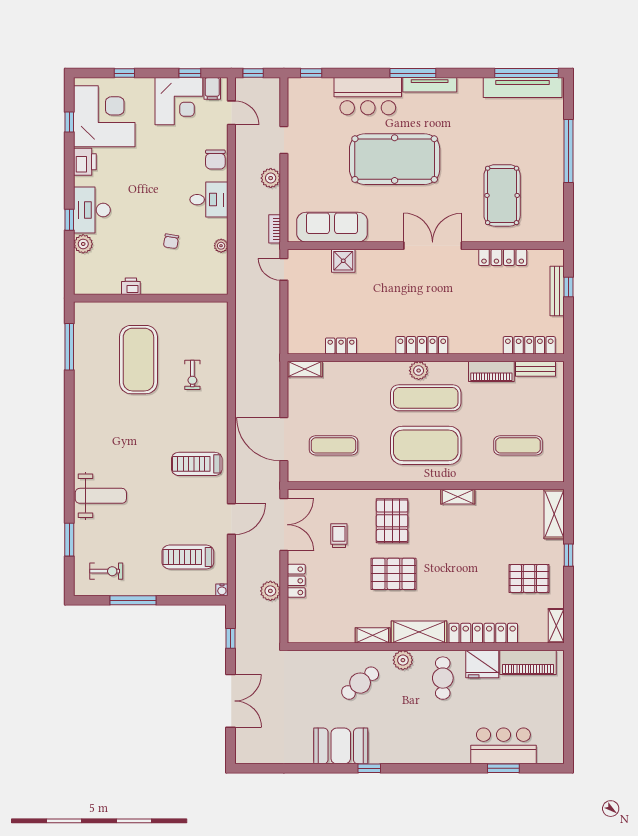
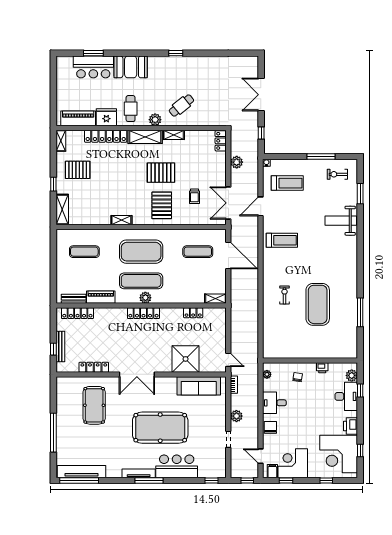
shower: (343, 261) -> (186, 359), width x1.86, depth x1.86
printer: (131, 286) -> (322, 368), moved
wall: (151, 298) -> (310, 360), moved
locker: (296, 581) -> (221, 141), moved
booth: (341, 746) -> (131, 67), moved

